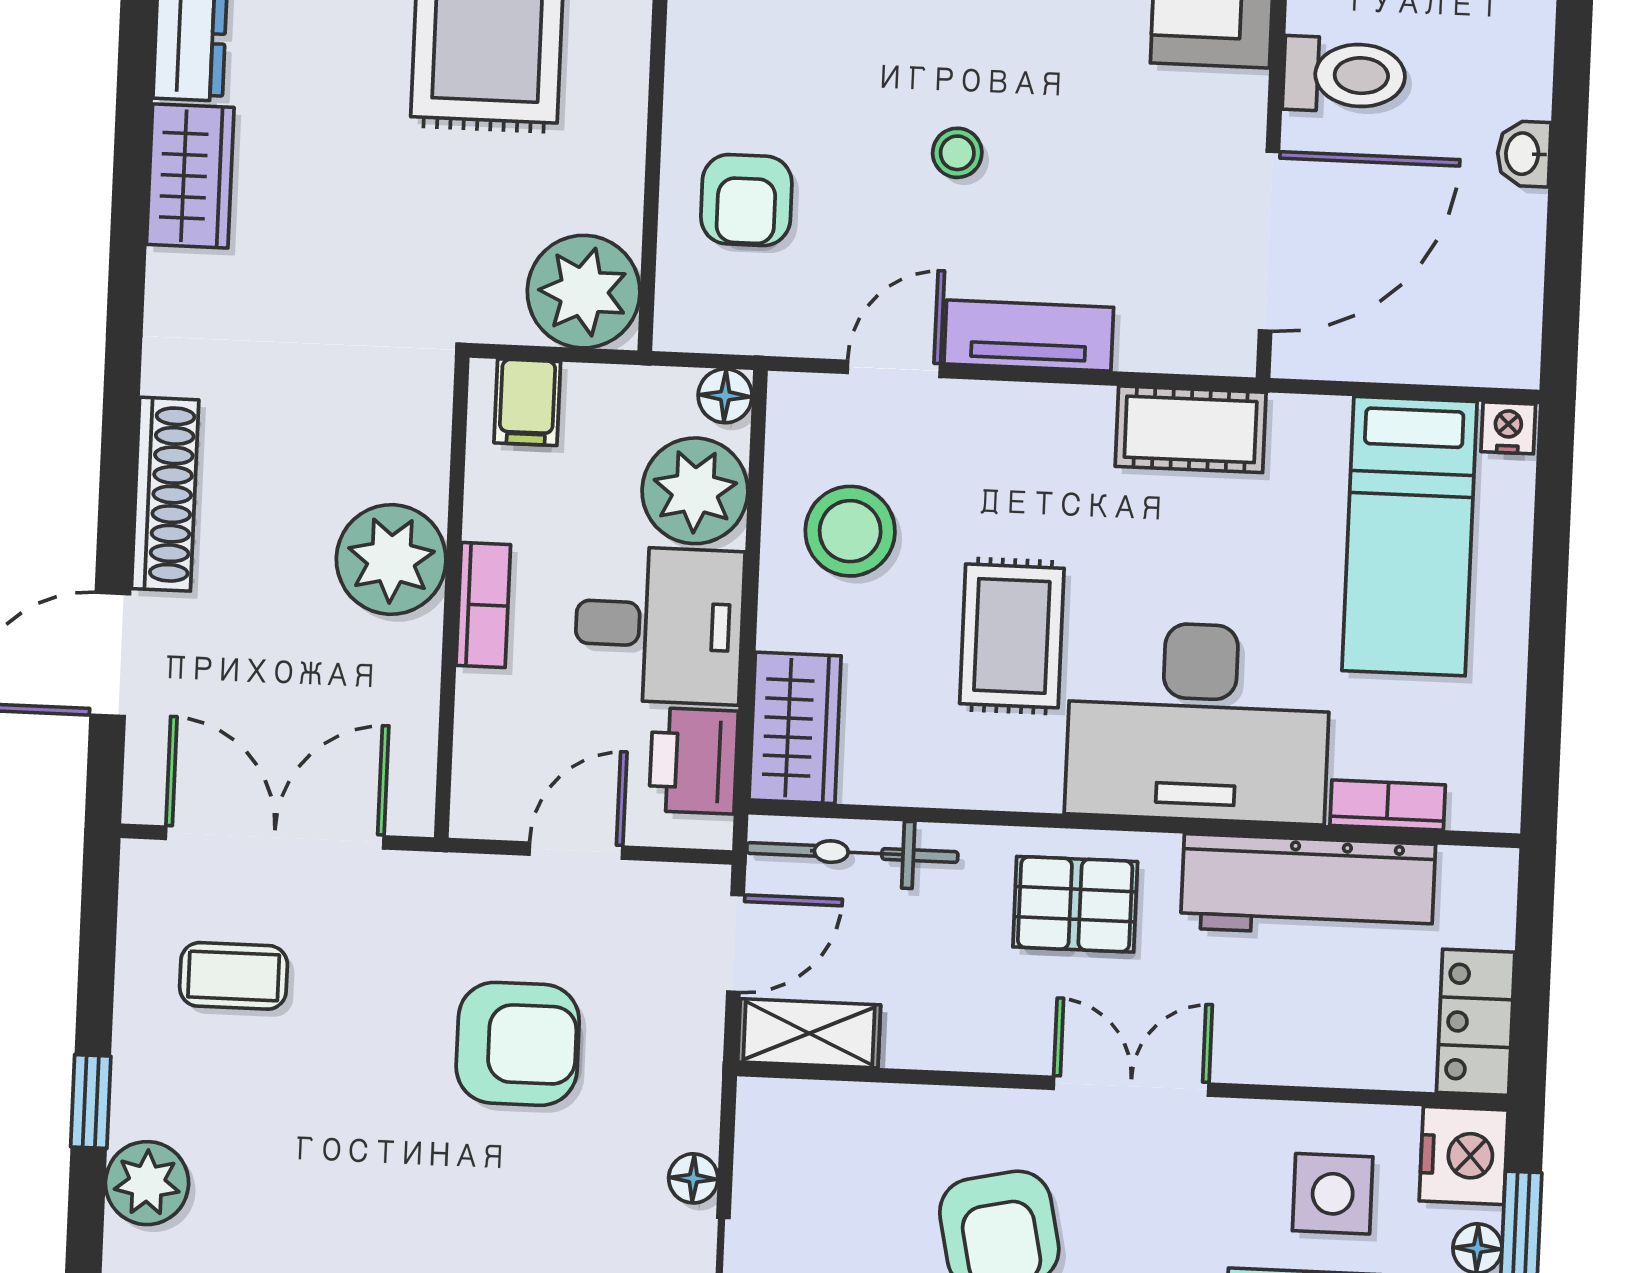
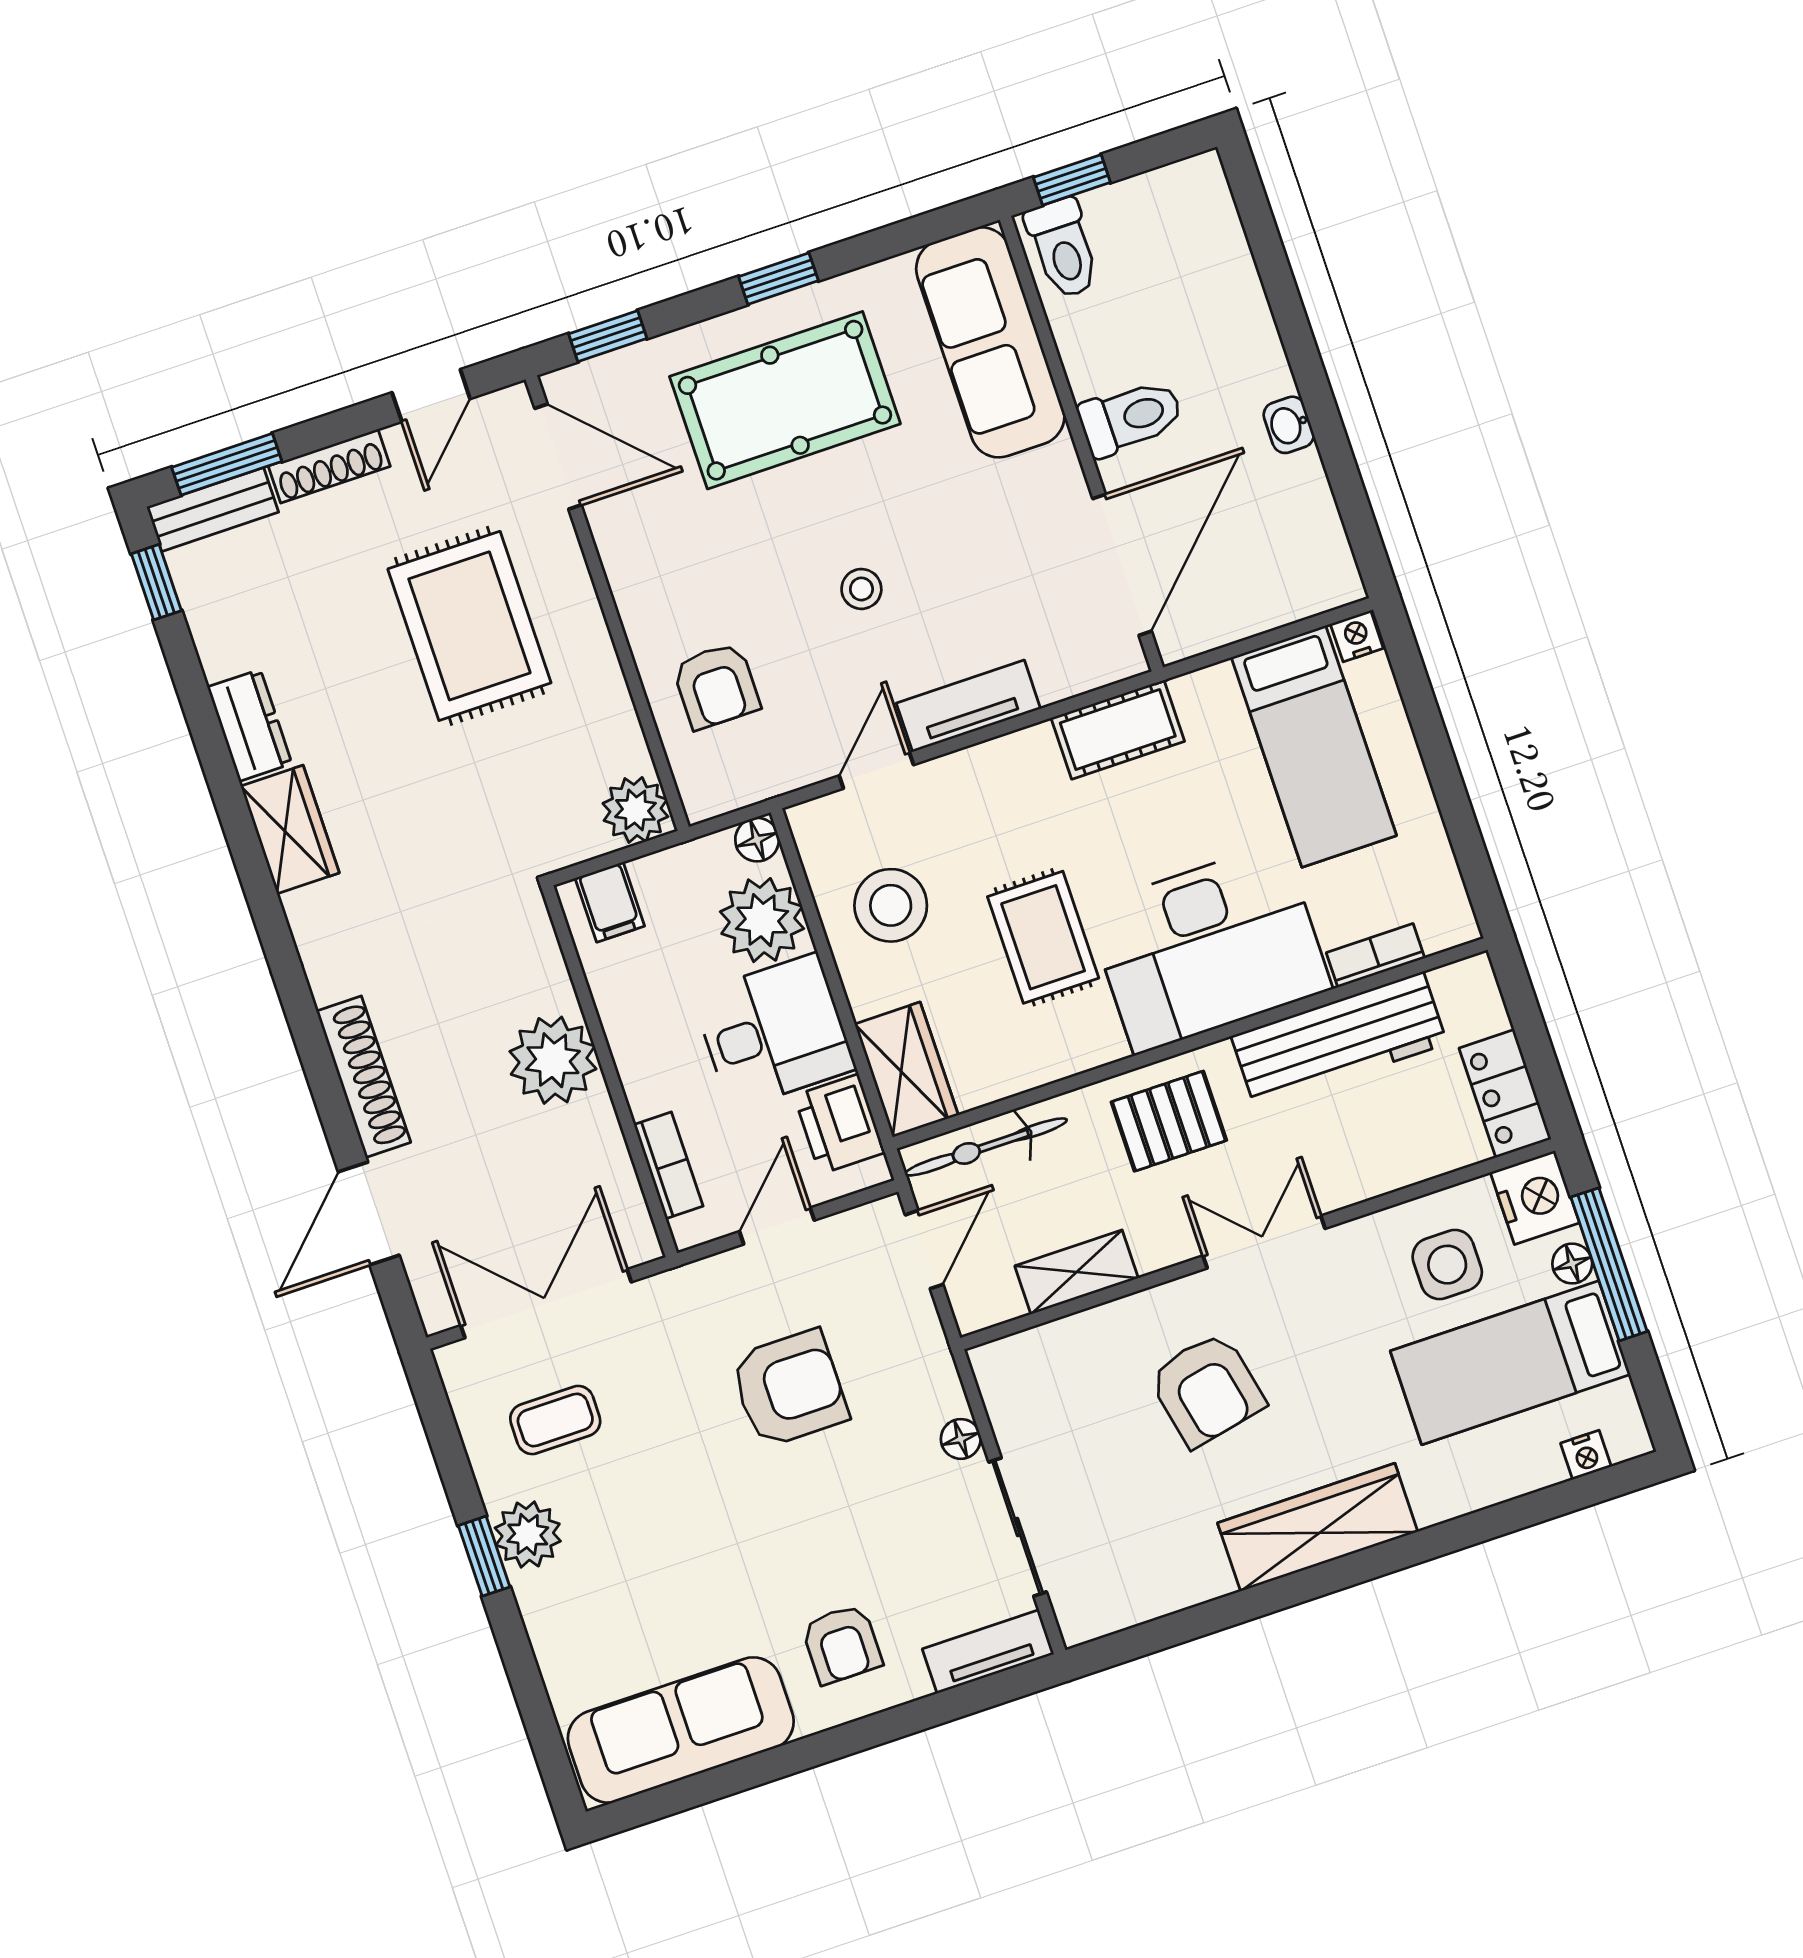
plant: (584, 292) -> (635, 810), width x0.73, depth x0.73
bookcase: (483, 605) -> (668, 1165), moved
shelving: (809, 1033) -> (1077, 1272), moved
plant: (147, 1183) -> (528, 1534), moved

